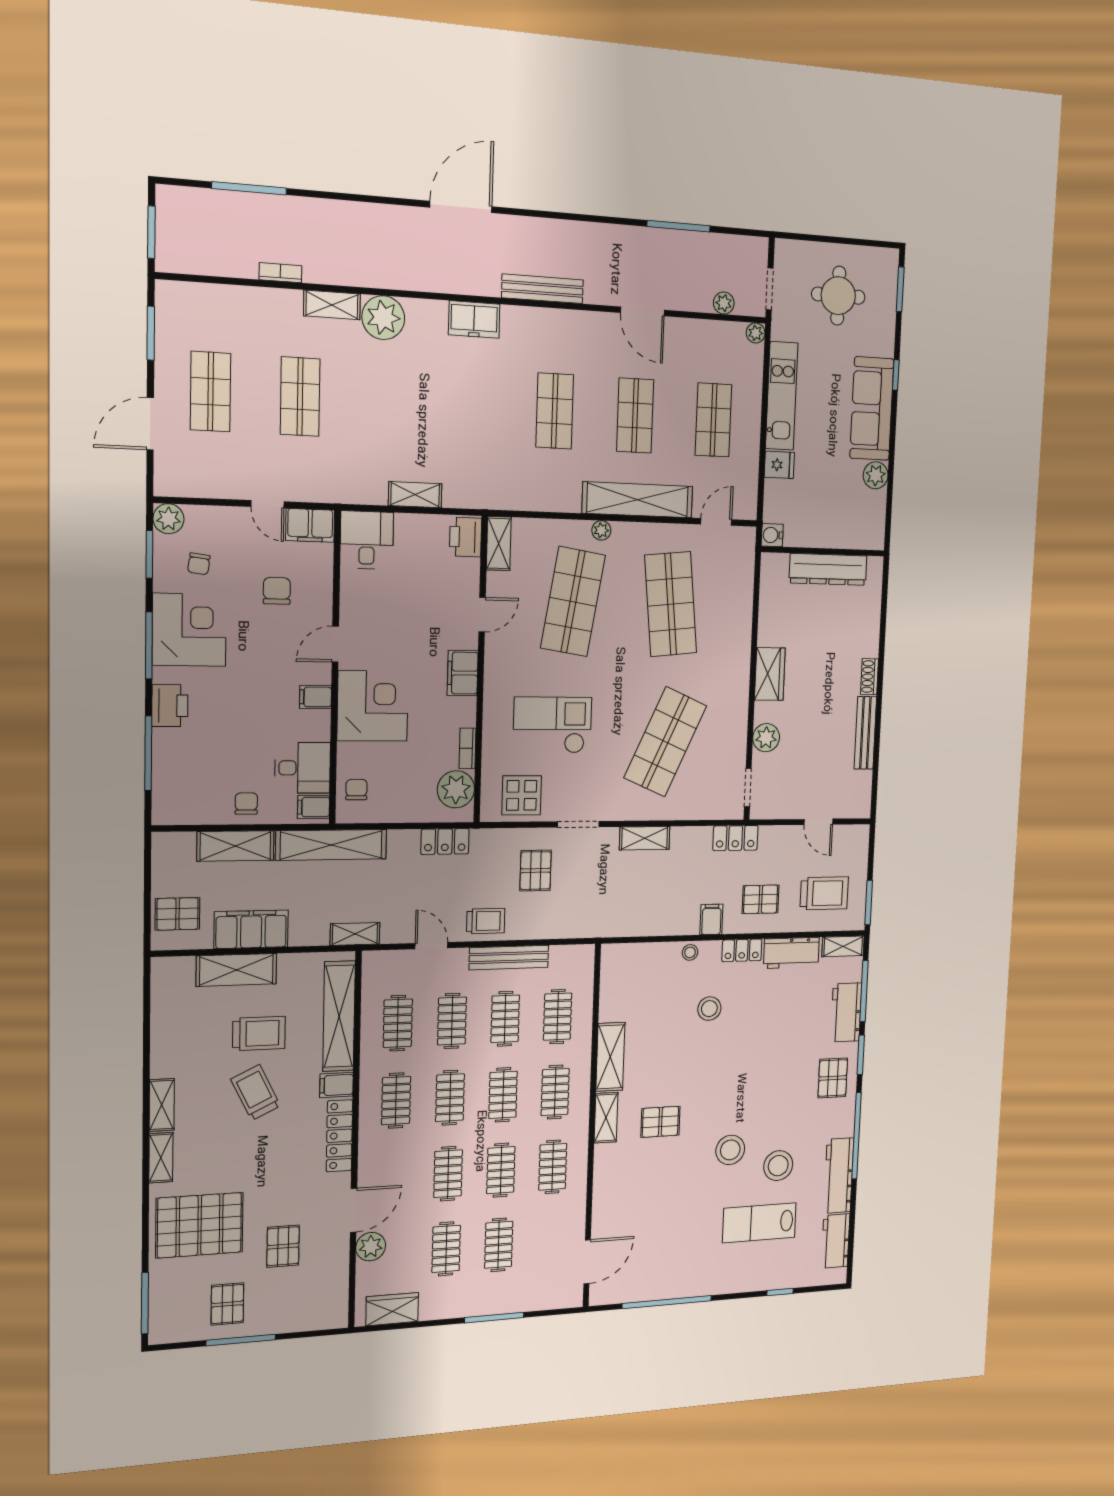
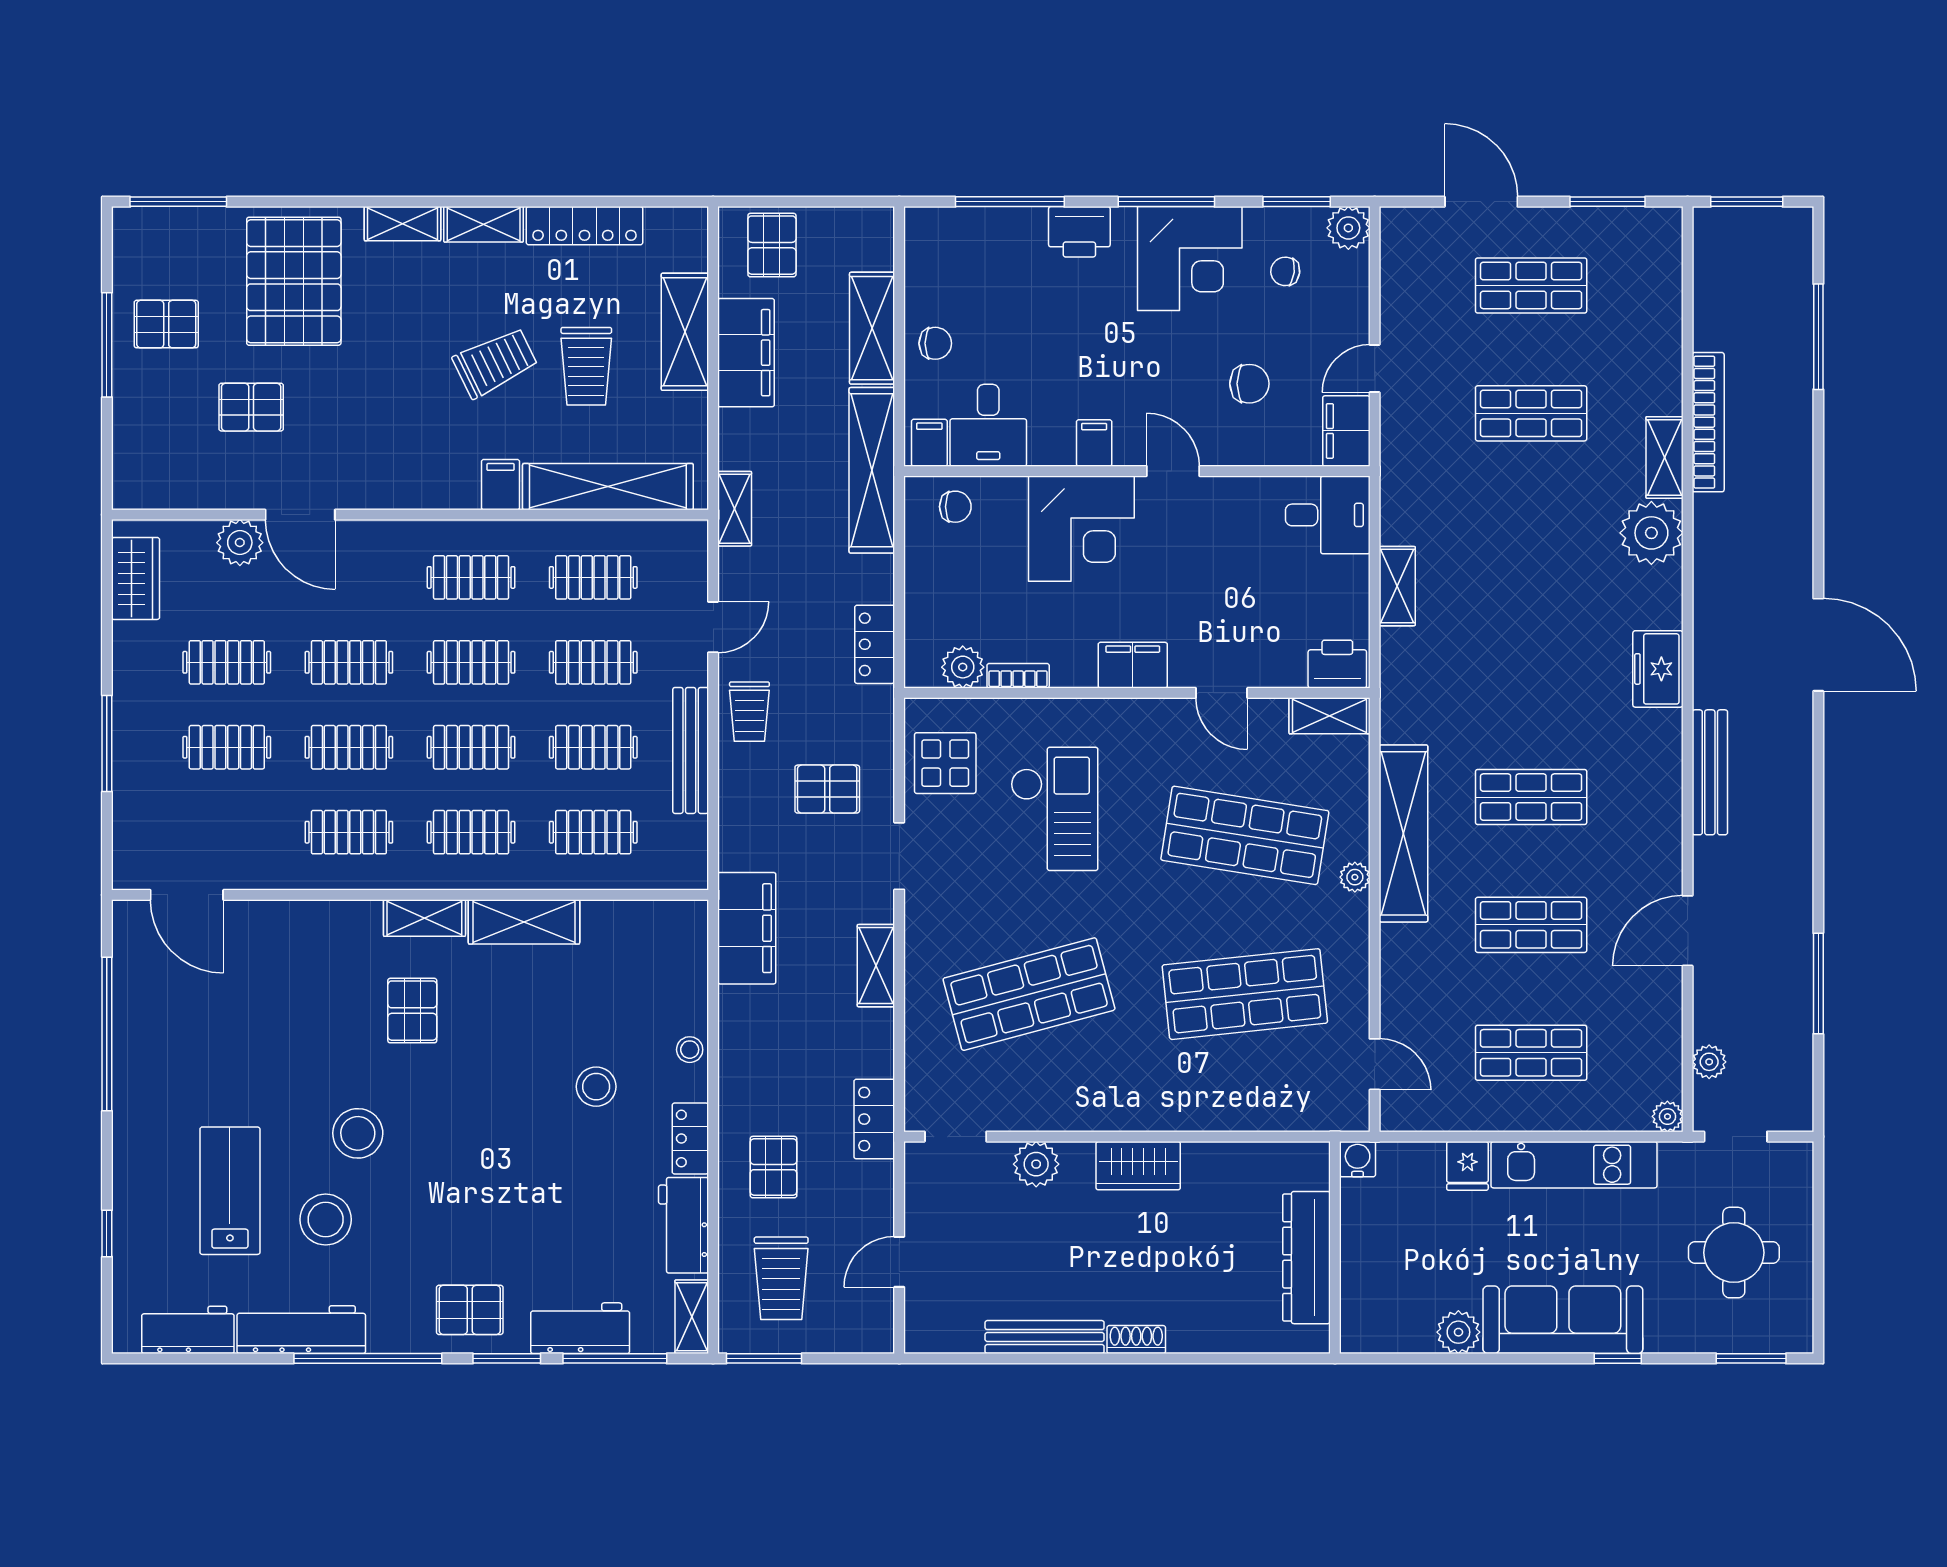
bookcase: (280, 273) -> (1708, 422), width x2.31, depth x1.31
shelving: (638, 500) -> (1404, 833), moved
shop shelf: (665, 742) -> (1029, 994), turned -39
plant: (456, 789) -> (963, 667), width x0.73, depth x0.73
filing cabinet: (711, 919) -> (747, 928), moved, width x3.00, depth x1.17
locker: (339, 1136) -> (584, 226), moved, turned 180

